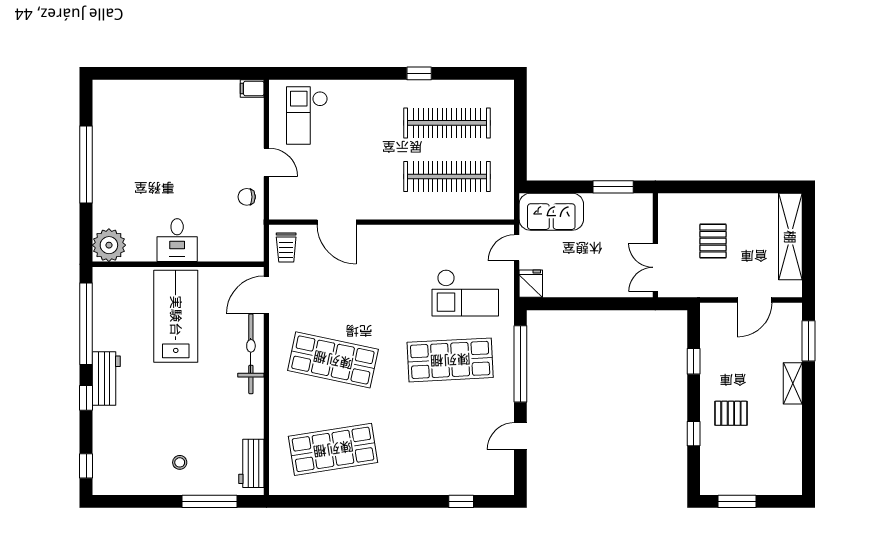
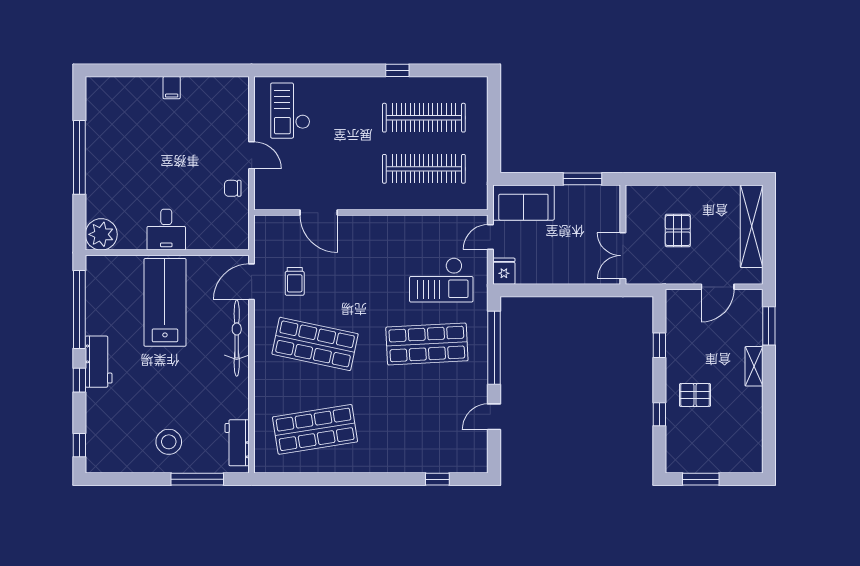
filing cabinet: (252, 88) -> (172, 88), moved, turned -90
trolley: (286, 248) -> (295, 281), moved
stool: (180, 462) -> (169, 442), width x1.89, depth x1.89

